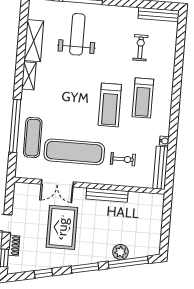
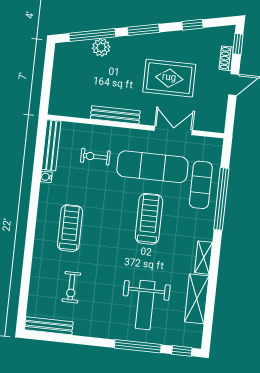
treadmill: (110, 105) -> (149, 219), moved
rug: (62, 227) -> (169, 78), turned 90

